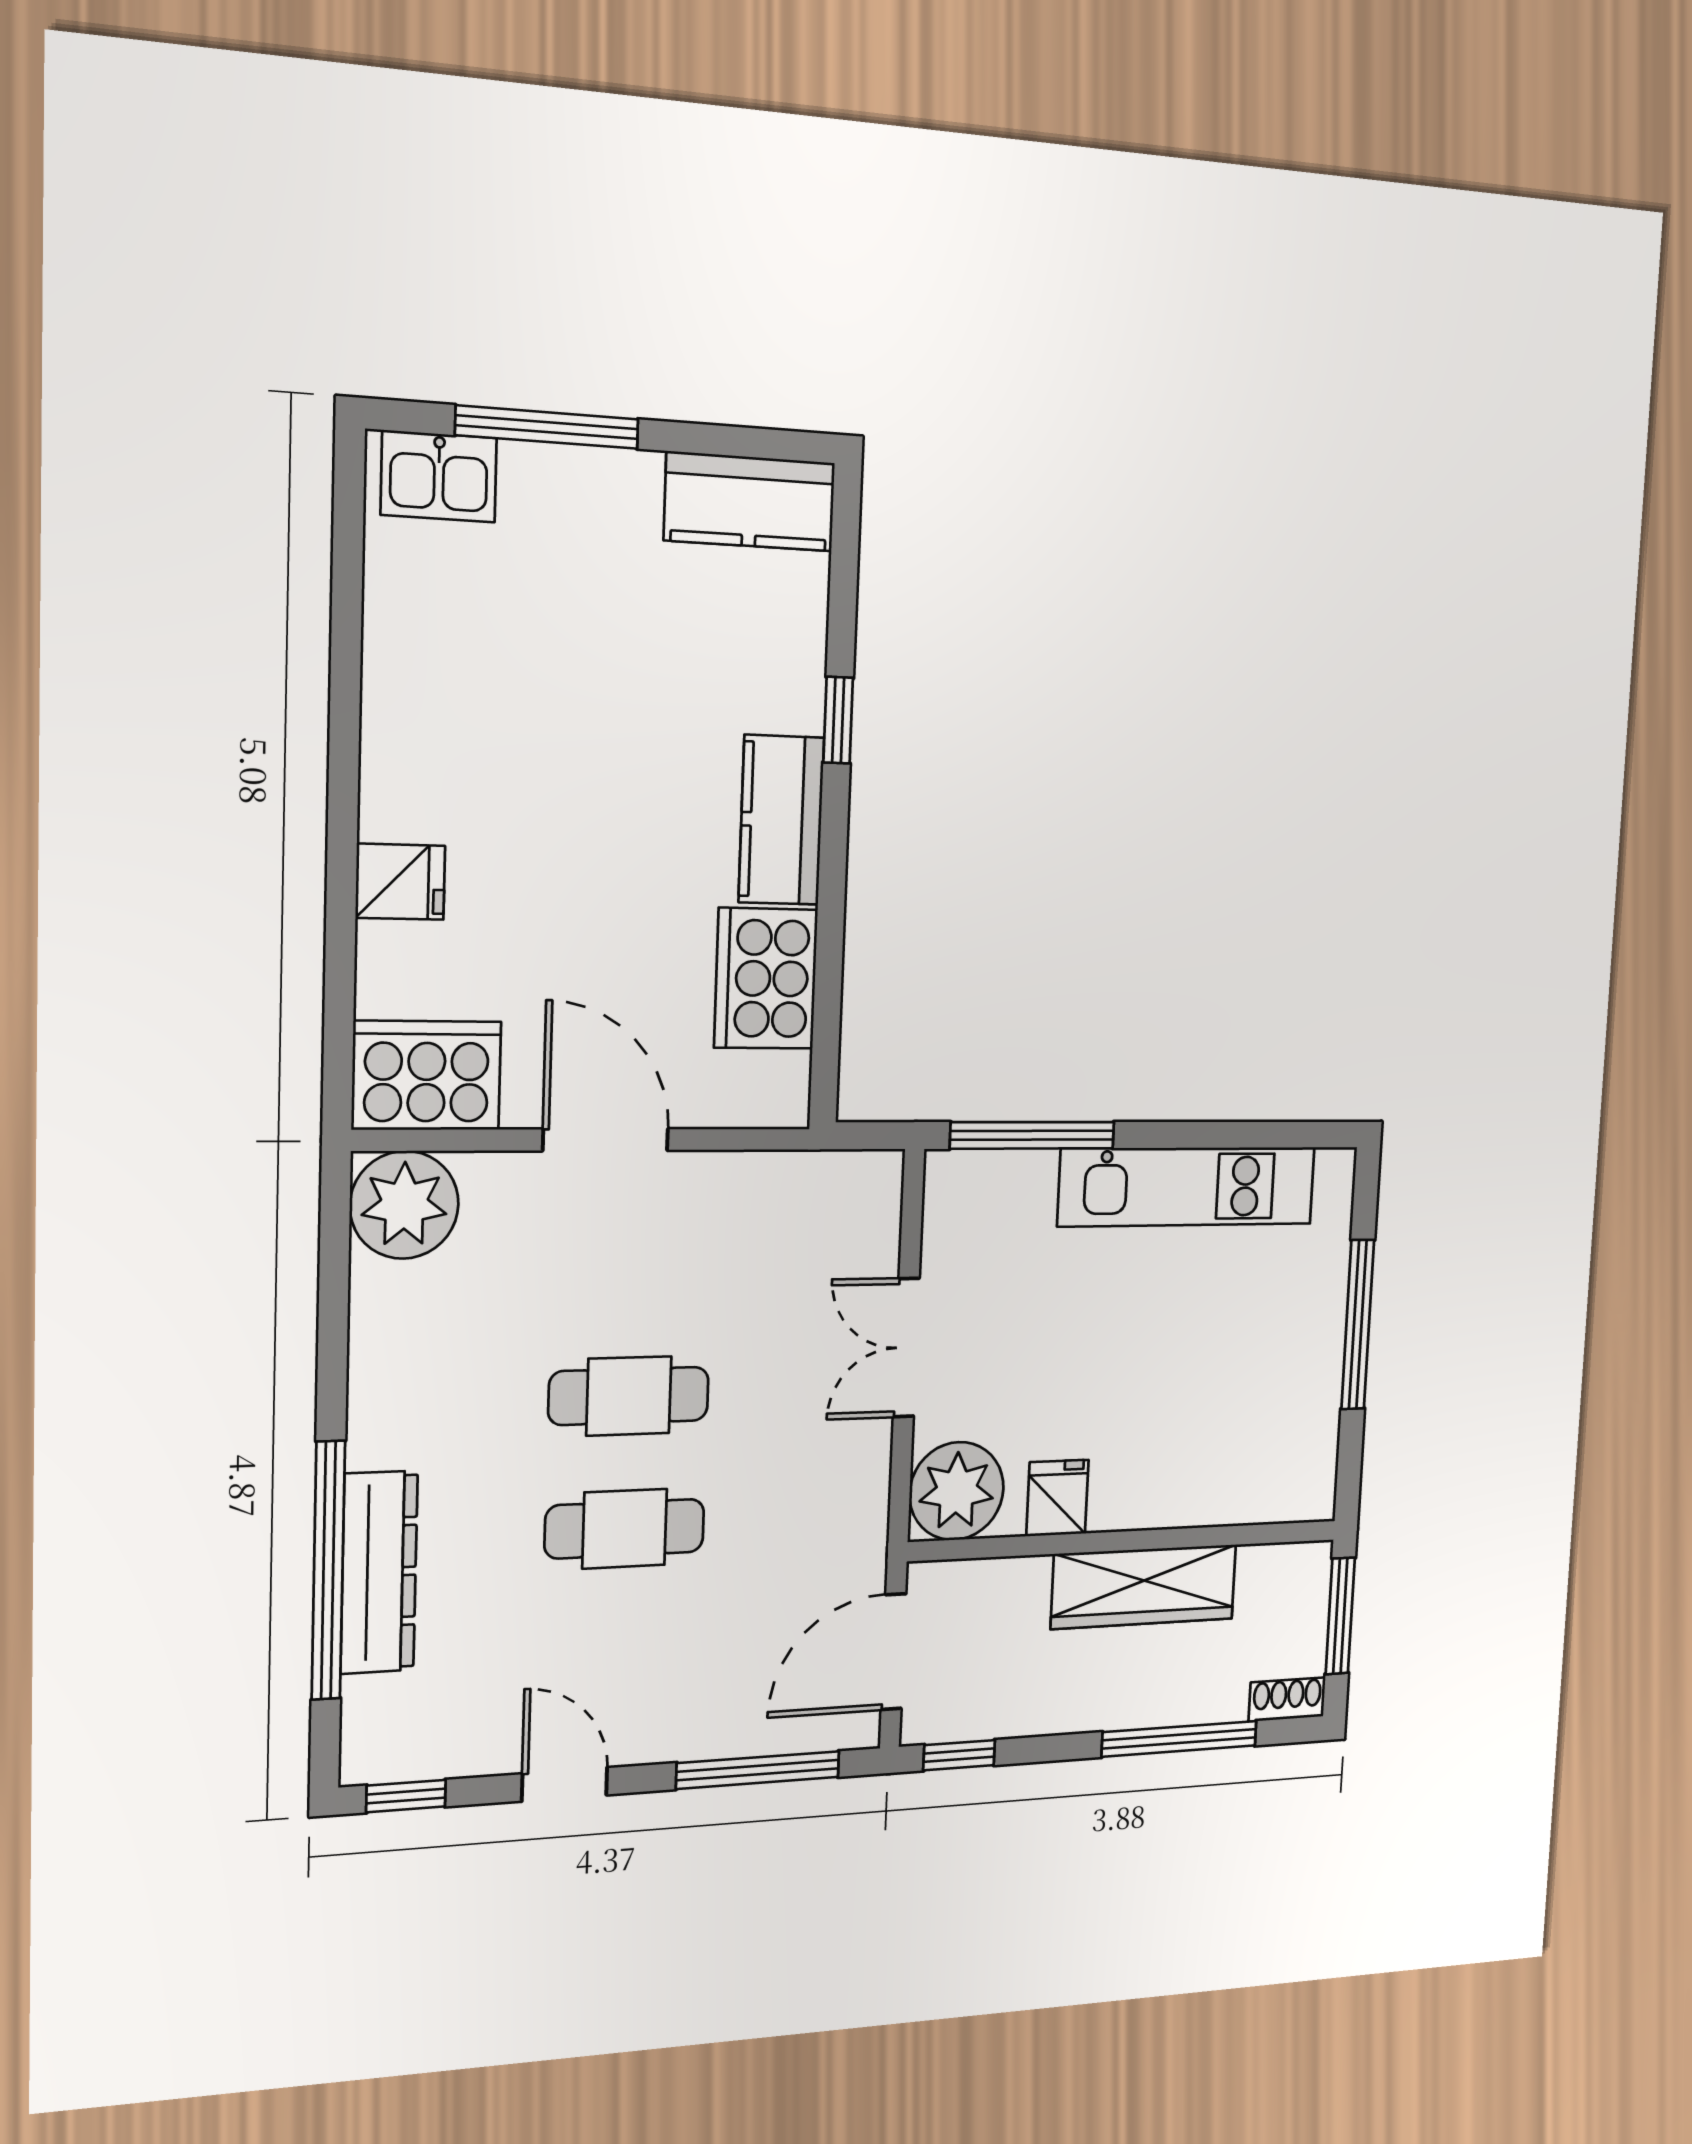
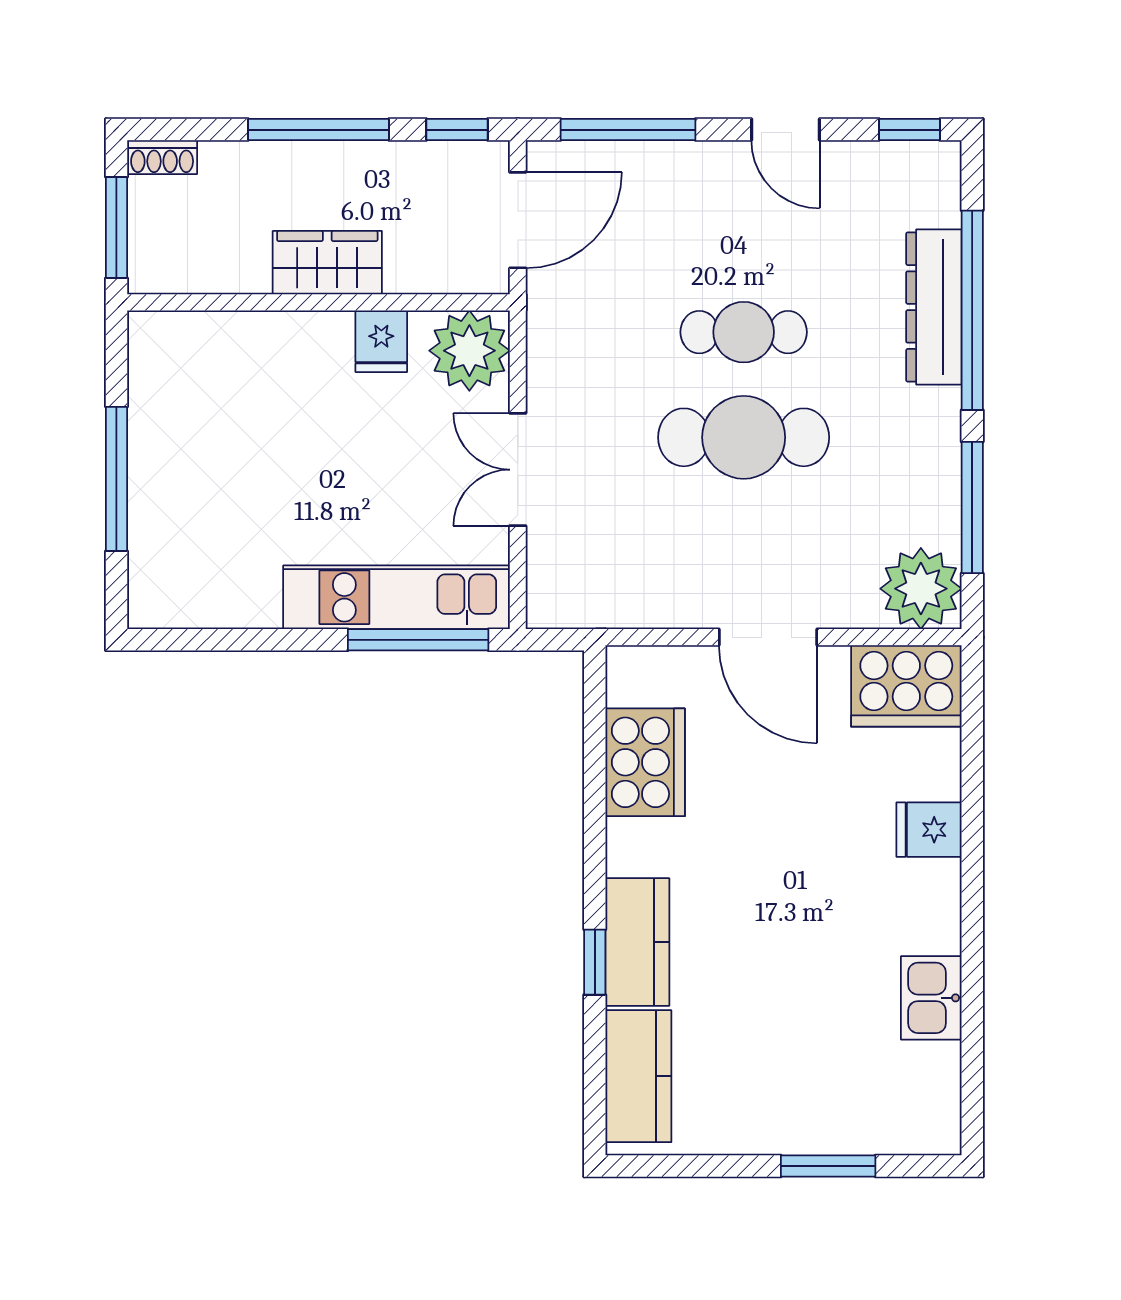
window: (547, 427) -> (828, 1166), width x0.69
kitchen sink: (439, 476) -> (931, 998), moved, turned -90
kitchen counter: (750, 502) -> (638, 1076), moved, turned 90
kitchen counter: (781, 820) -> (637, 942), moved
kitchen unit: (1187, 1187) -> (396, 597), moved
window: (333, 1313) -> (972, 507), added
double door: (906, 1348) -> (518, 470), swing flipped
cafe table: (629, 1396) -> (744, 437), width x1.37, depth x1.35
wardrobe: (1144, 1587) -> (327, 263), width x0.67
window: (1179, 1739) -> (319, 130), moved

